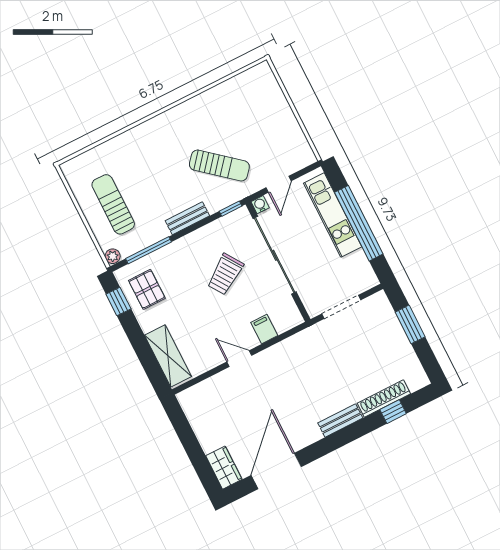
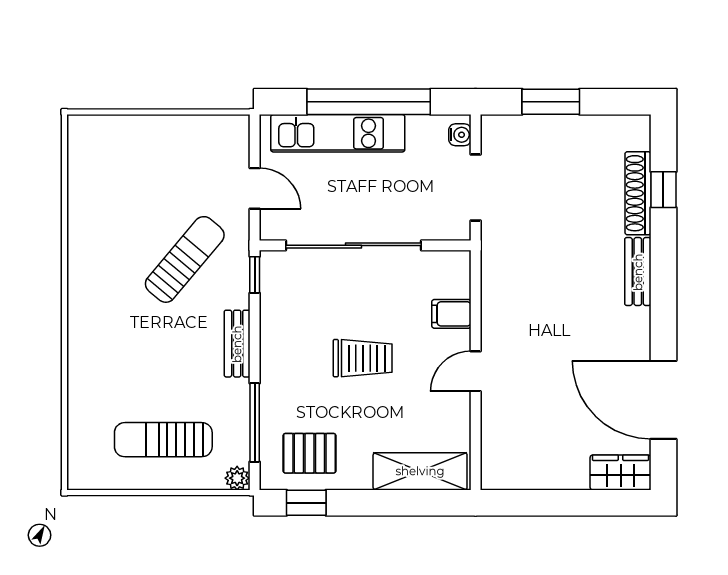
water cooler: (260, 205) -> (460, 135), moved, turned 180
trolley: (225, 274) -> (363, 358), moved, turned -56

